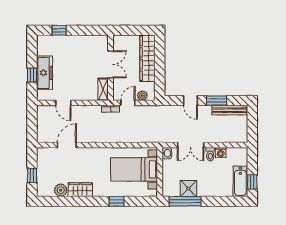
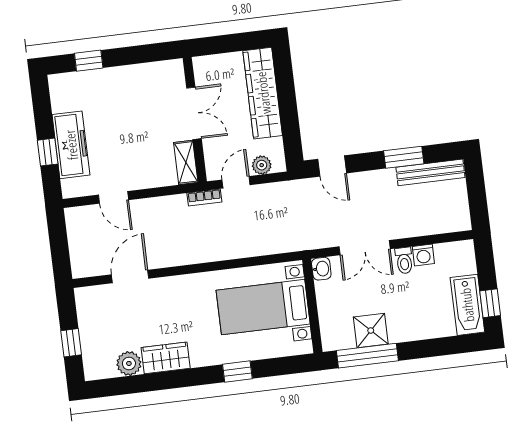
door: (191, 101) -> (332, 166), moved

